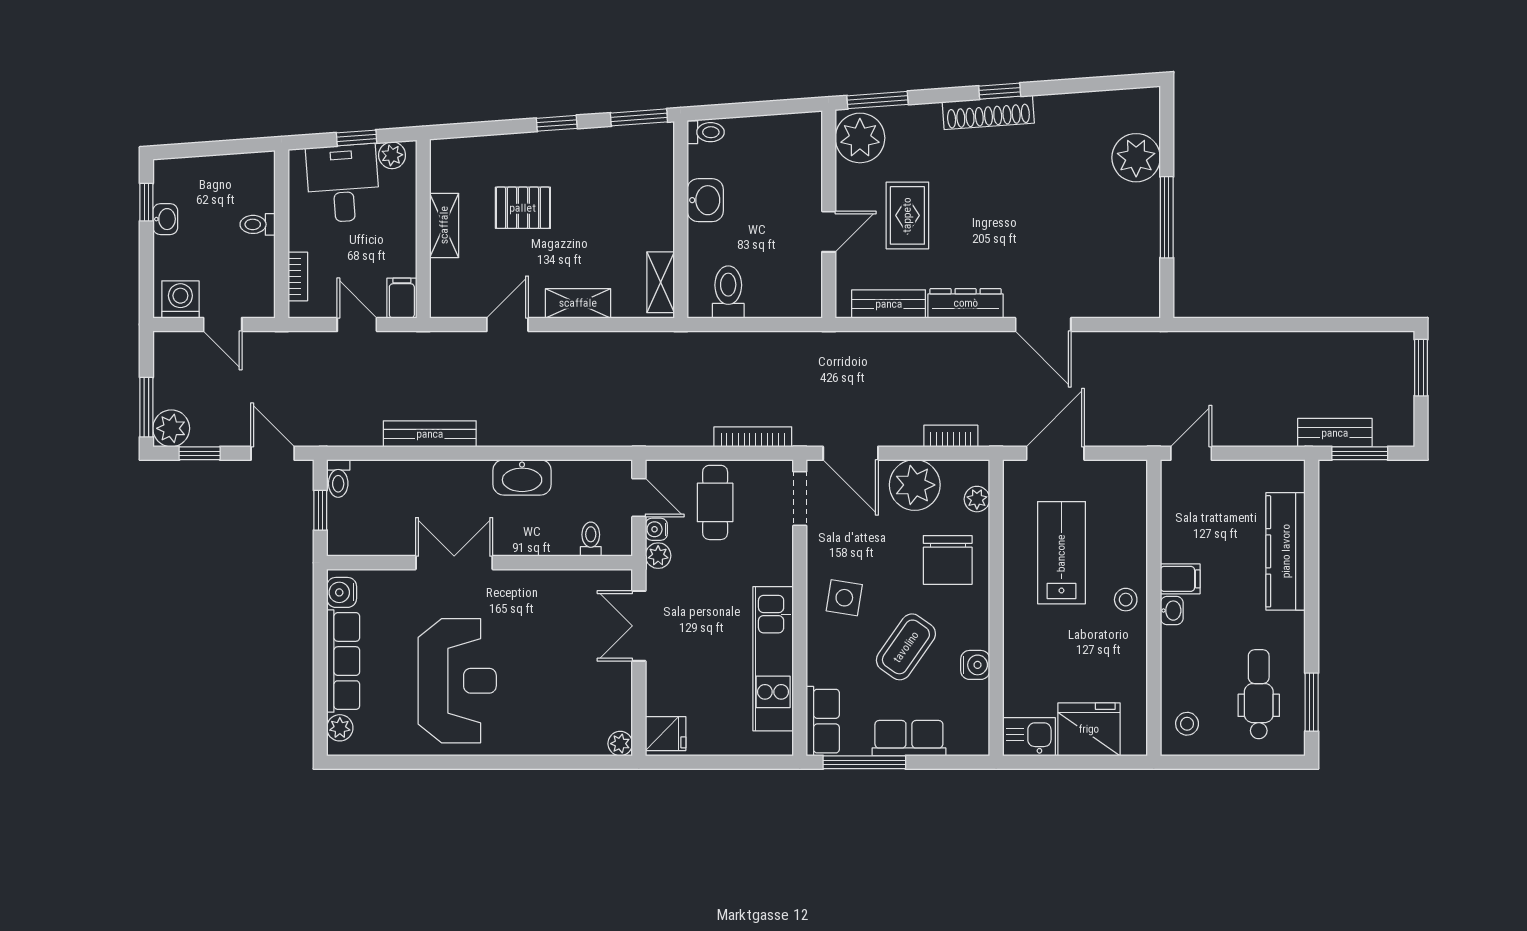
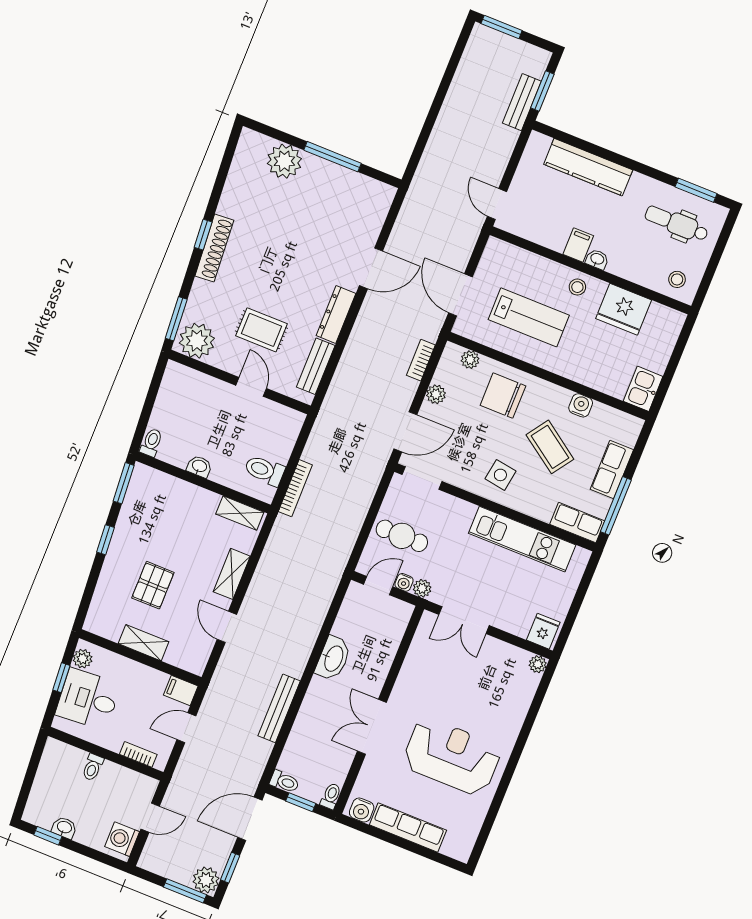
washbasin: (705, 200) -> (199, 466), width x0.72, depth x0.69
bookcase: (753, 437) -> (295, 488), moved, turned 180
door: (273, 453) -> (250, 819), width x1.38
plant: (915, 485) -> (436, 394), width x0.53, depth x0.53
toilet: (591, 539) -> (331, 796), moved, turned 90
lab bench: (1061, 553) -> (529, 317), turned 180
chair: (948, 560) -> (503, 396), turned 180
plant: (340, 728) -> (452, 848), removed
fridge: (1089, 729) -> (624, 309), moved, turned -90

